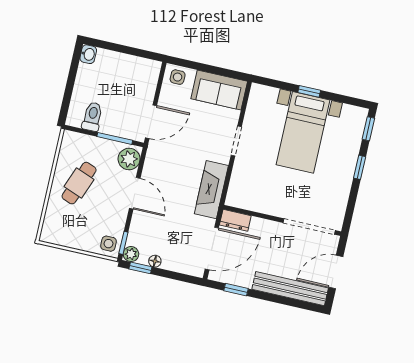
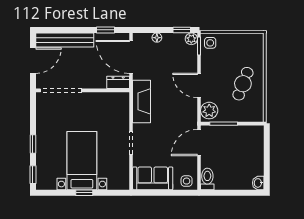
toilet: (92, 117) -> (207, 179), moved, turned 180
door: (212, 248) -> (131, 57), hinge flipped
floor lamp: (155, 261) -> (157, 38), moved

